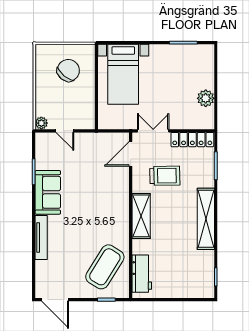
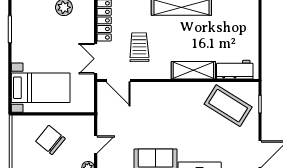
chair: (68, 70) -> (50, 140), moved
shelving: (141, 216) -> (193, 70), moved

